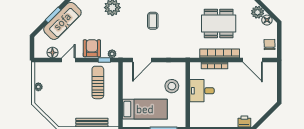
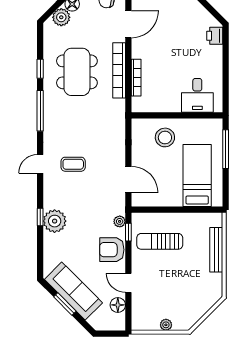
desk: (202, 91) -> (197, 95), moved

